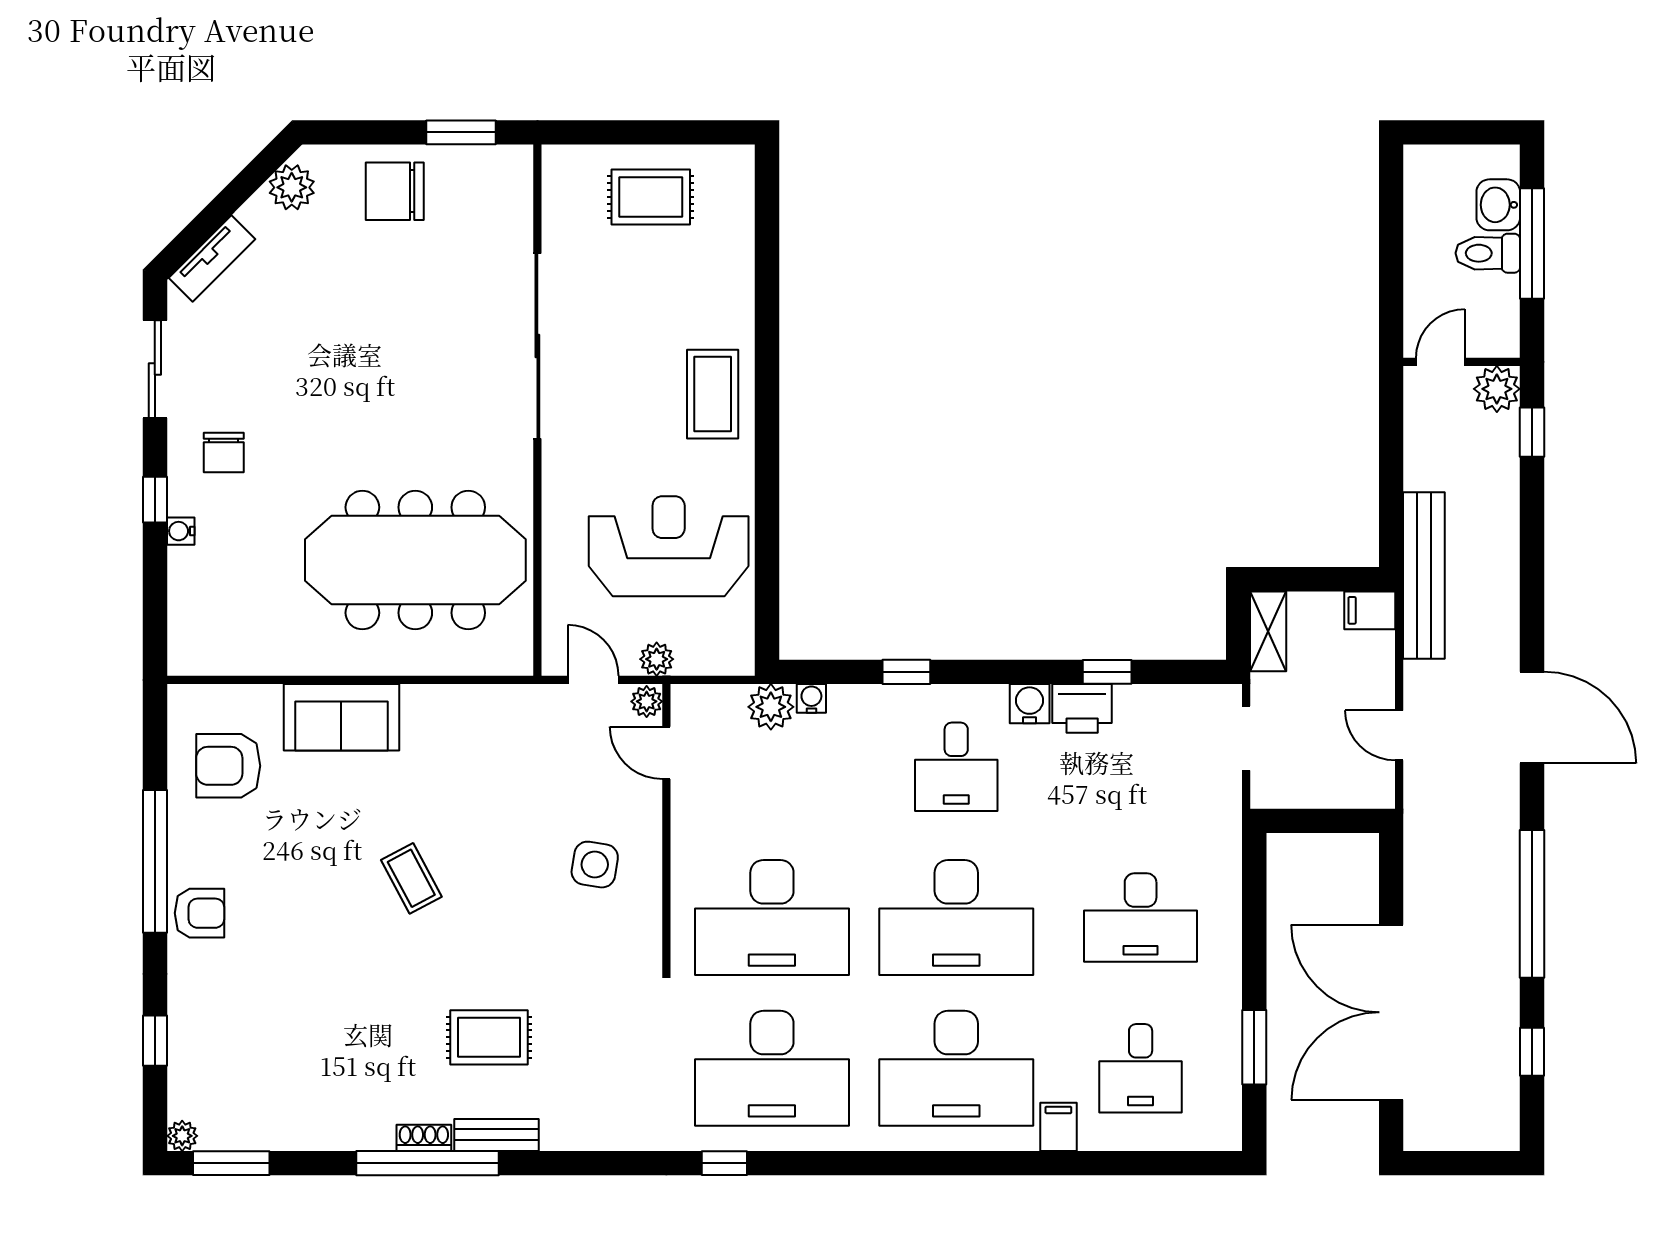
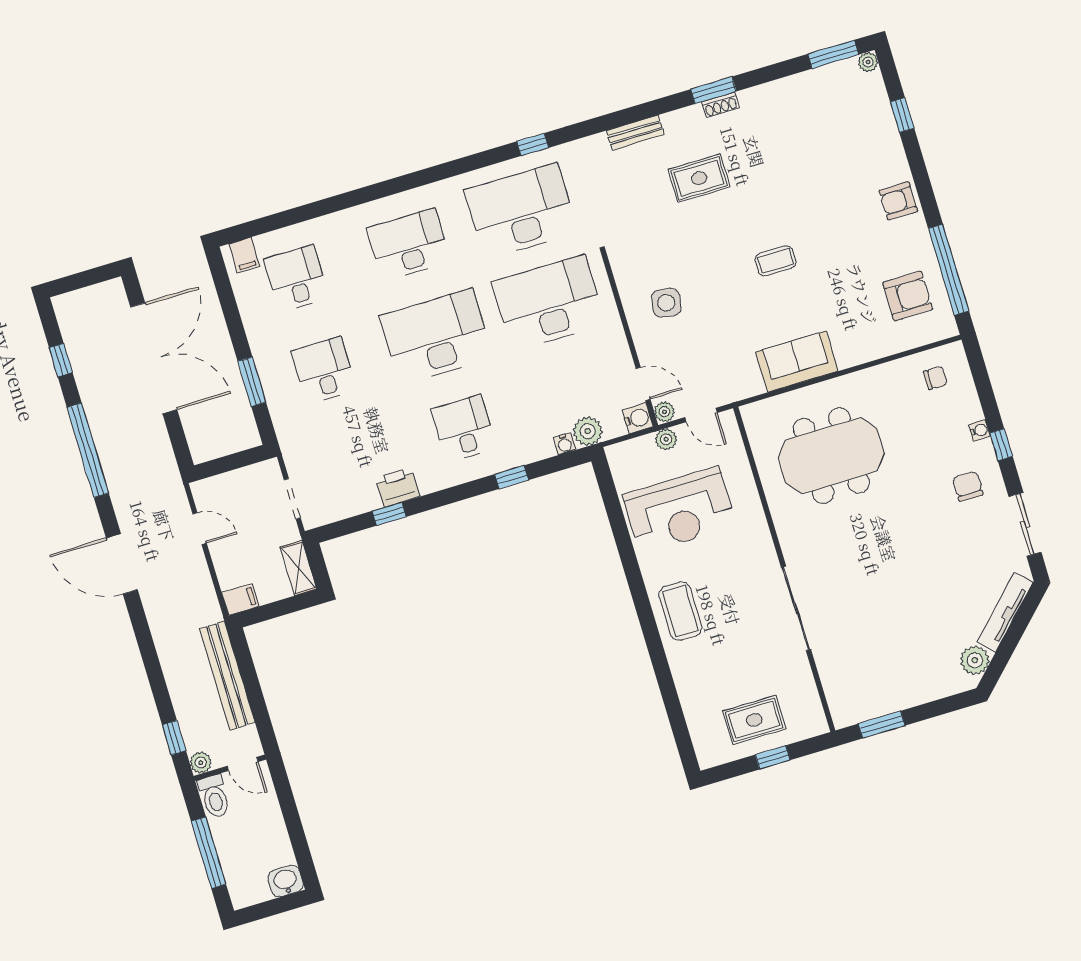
window: (640, 132) -> (773, 757), added
chair: (395, 191) -> (935, 378), moved, width x0.54, depth x0.54
washbasin: (1498, 205) -> (286, 881), moved, turned -90
toilet: (1488, 253) -> (214, 796), moved, turned 90
tv unit: (212, 259) -> (1005, 612), width x1.41
sliding door: (537, 346) -> (796, 608), width x0.73
door: (1441, 362) -> (243, 764), hinge flipped
plant: (1497, 389) -> (201, 763), width x0.73, depth x0.73
meeting table: (415, 560) -> (831, 456), width x0.73
bench: (1424, 575) -> (227, 676), moved
water cooler: (1030, 704) -> (638, 418), moved, turned -90
sofa: (341, 717) -> (797, 361), moved
window: (155, 861) -> (949, 270), moved
coffee table: (411, 878) -> (776, 261), turned -62
desk: (1141, 918) -> (324, 370), width x0.73
window: (1254, 1047) -> (252, 382), moved
desk: (956, 1068) -> (409, 245), width x0.73, depth x0.77
filing cabinet: (1058, 1127) -> (244, 255), moved
bench: (496, 1135) -> (635, 132), moved
window: (428, 1163) -> (714, 90), width x0.47

